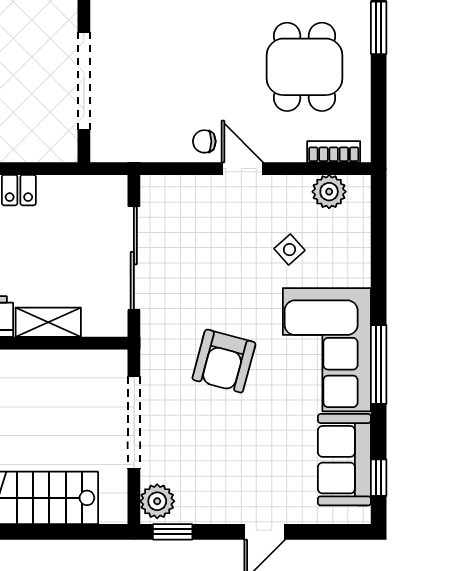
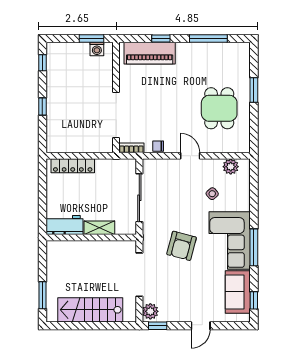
chair: (204, 141) -> (158, 146), moved
bookcase: (334, 152) -> (131, 148), moved

